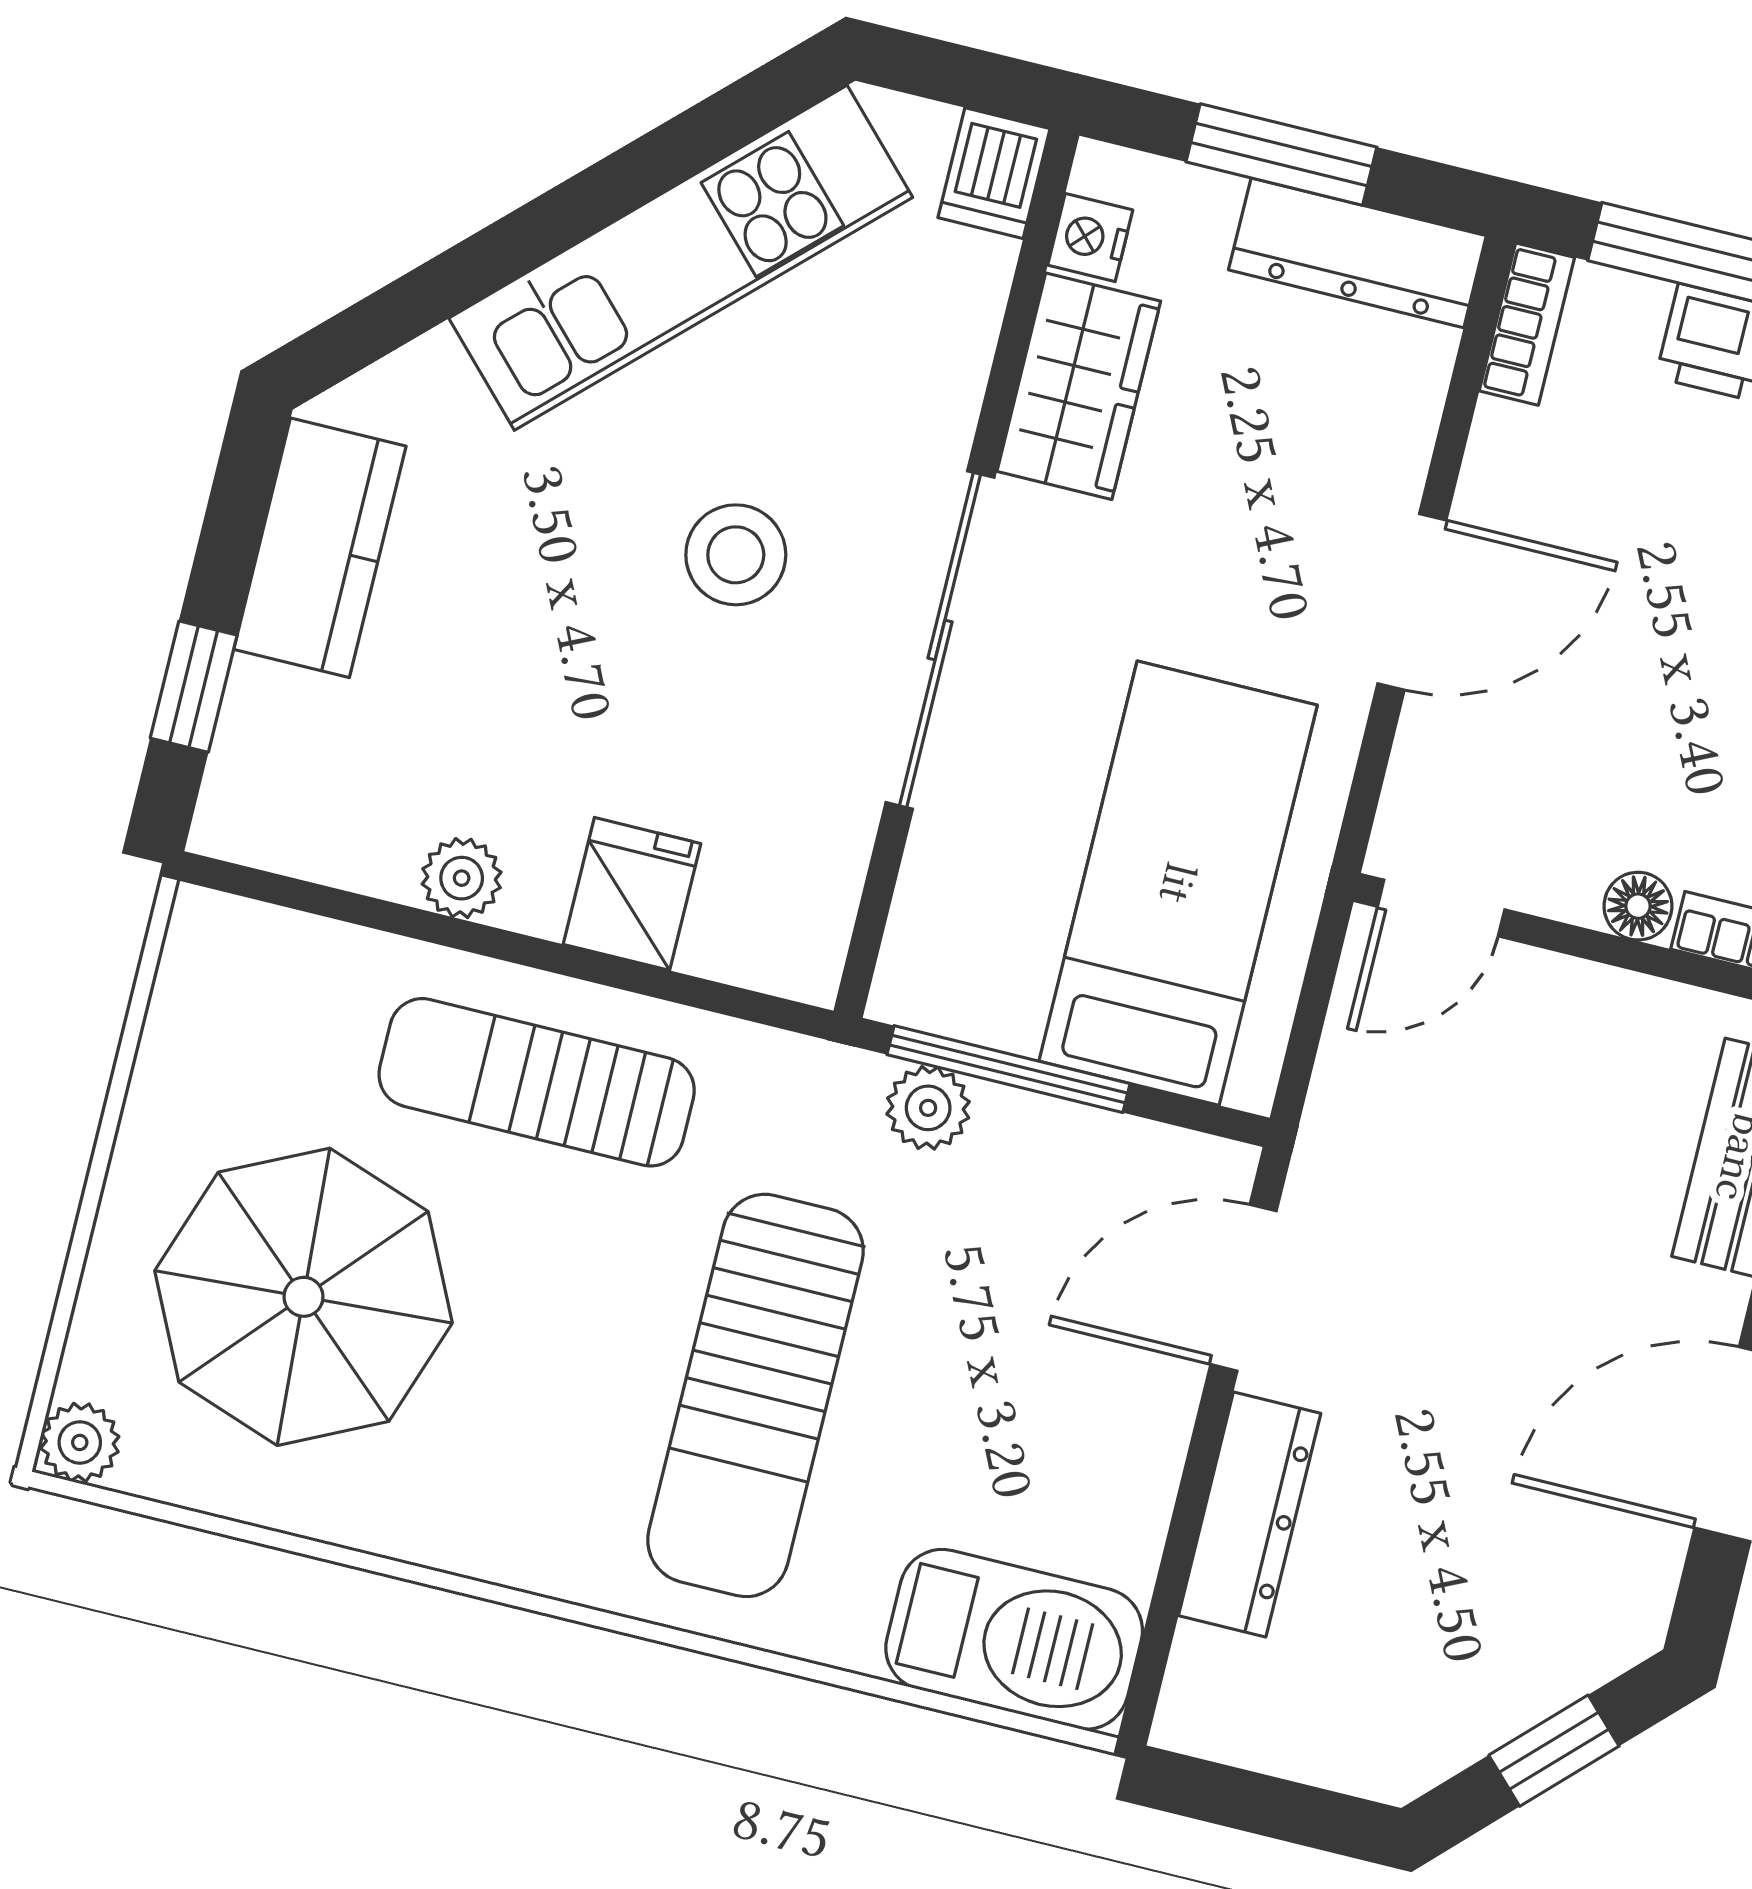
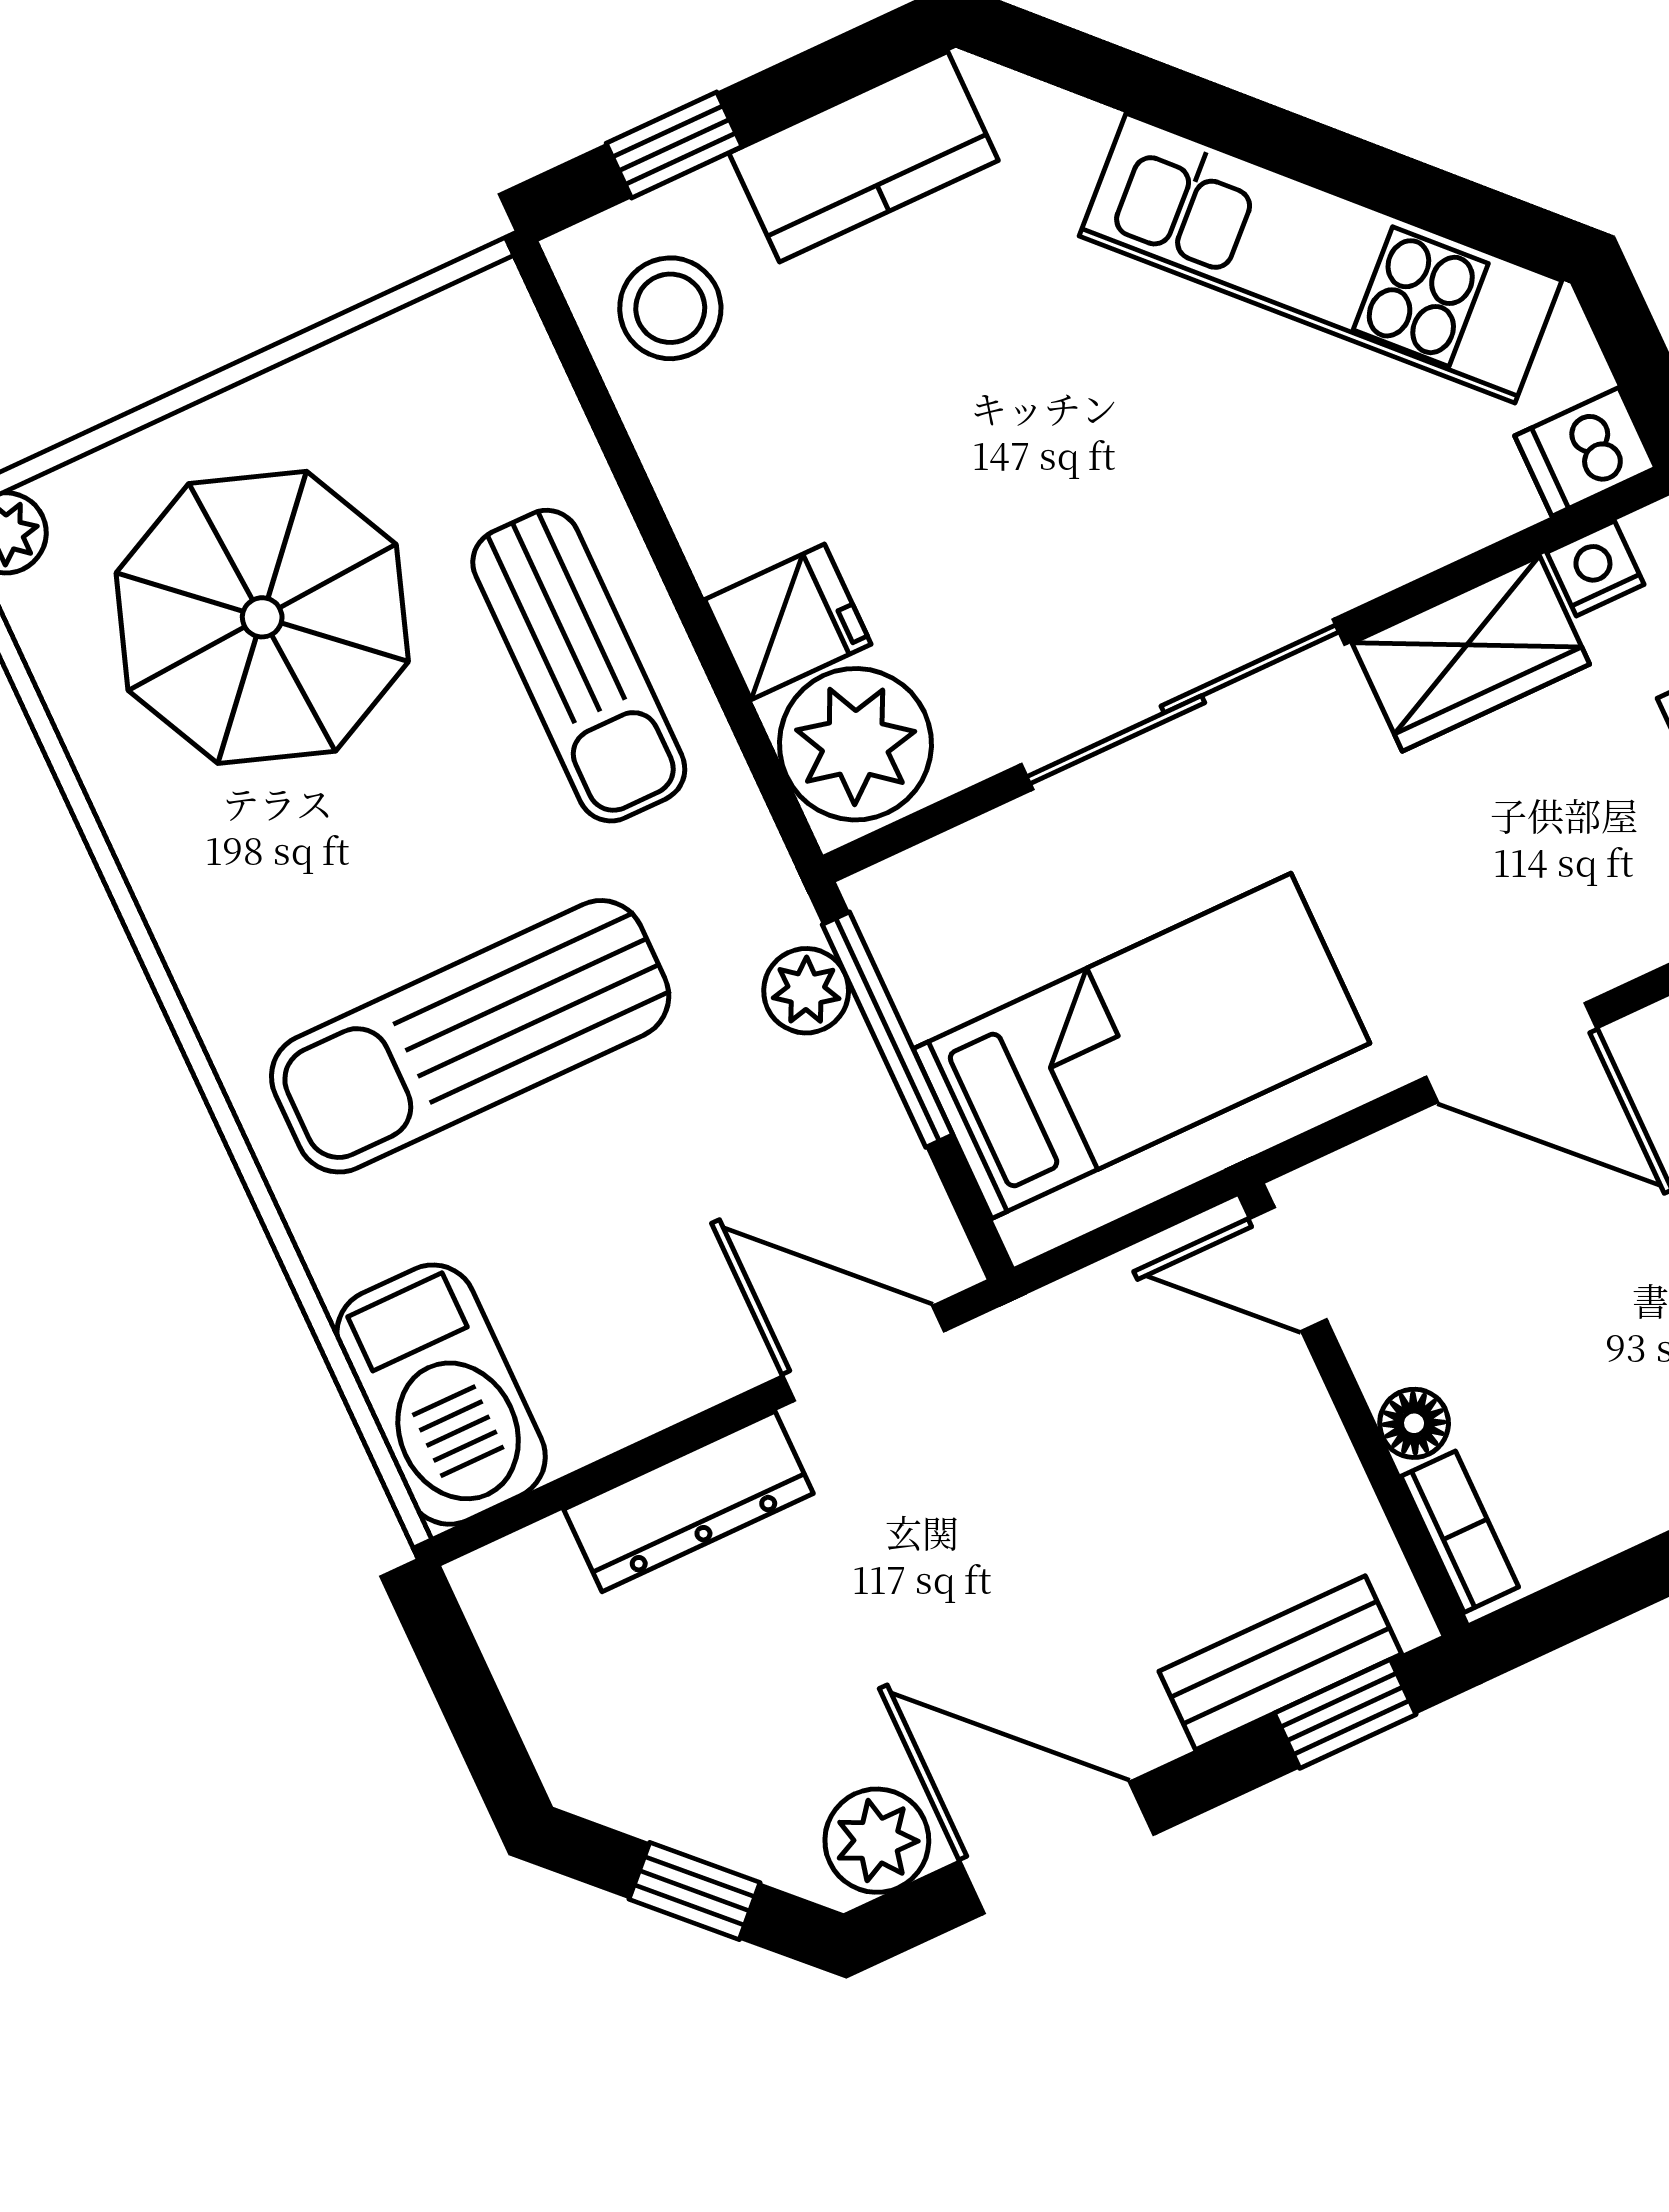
stool: (736, 555) -> (670, 308), moved
plant: (462, 878) -> (855, 744), moved, width x1.88, depth x1.88
sun lounger: (537, 1082) -> (579, 666), turned 180
plant: (1628, 1579) -> (877, 1841), added

